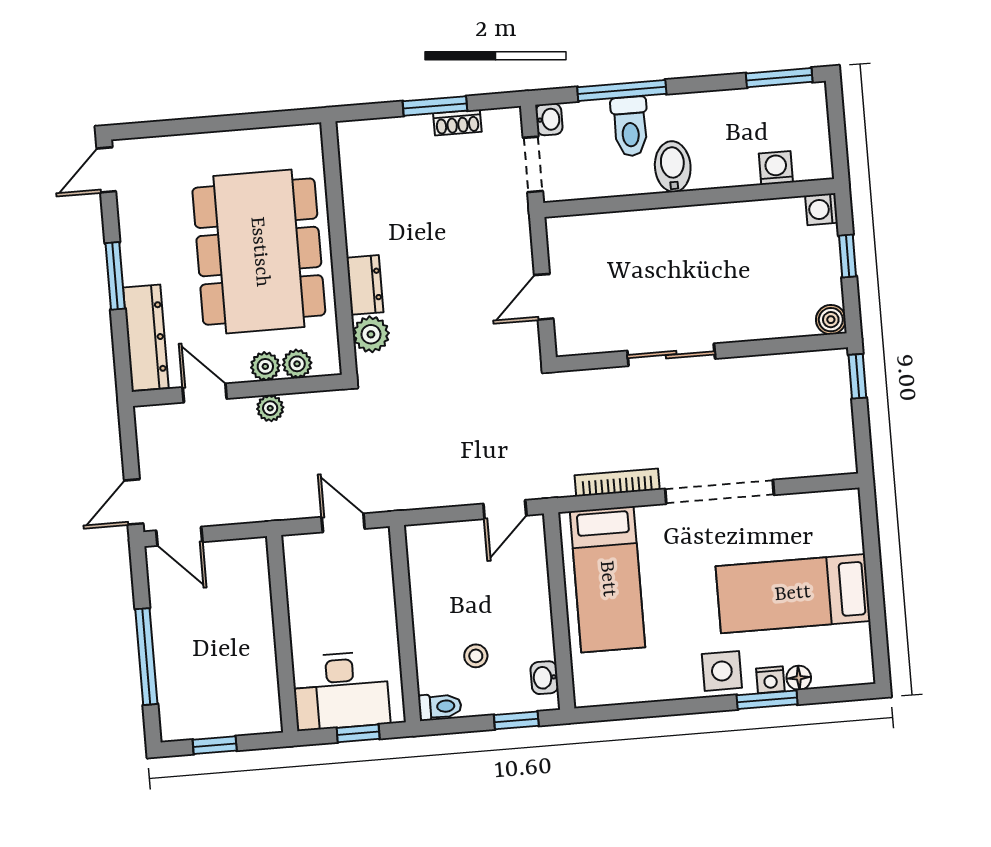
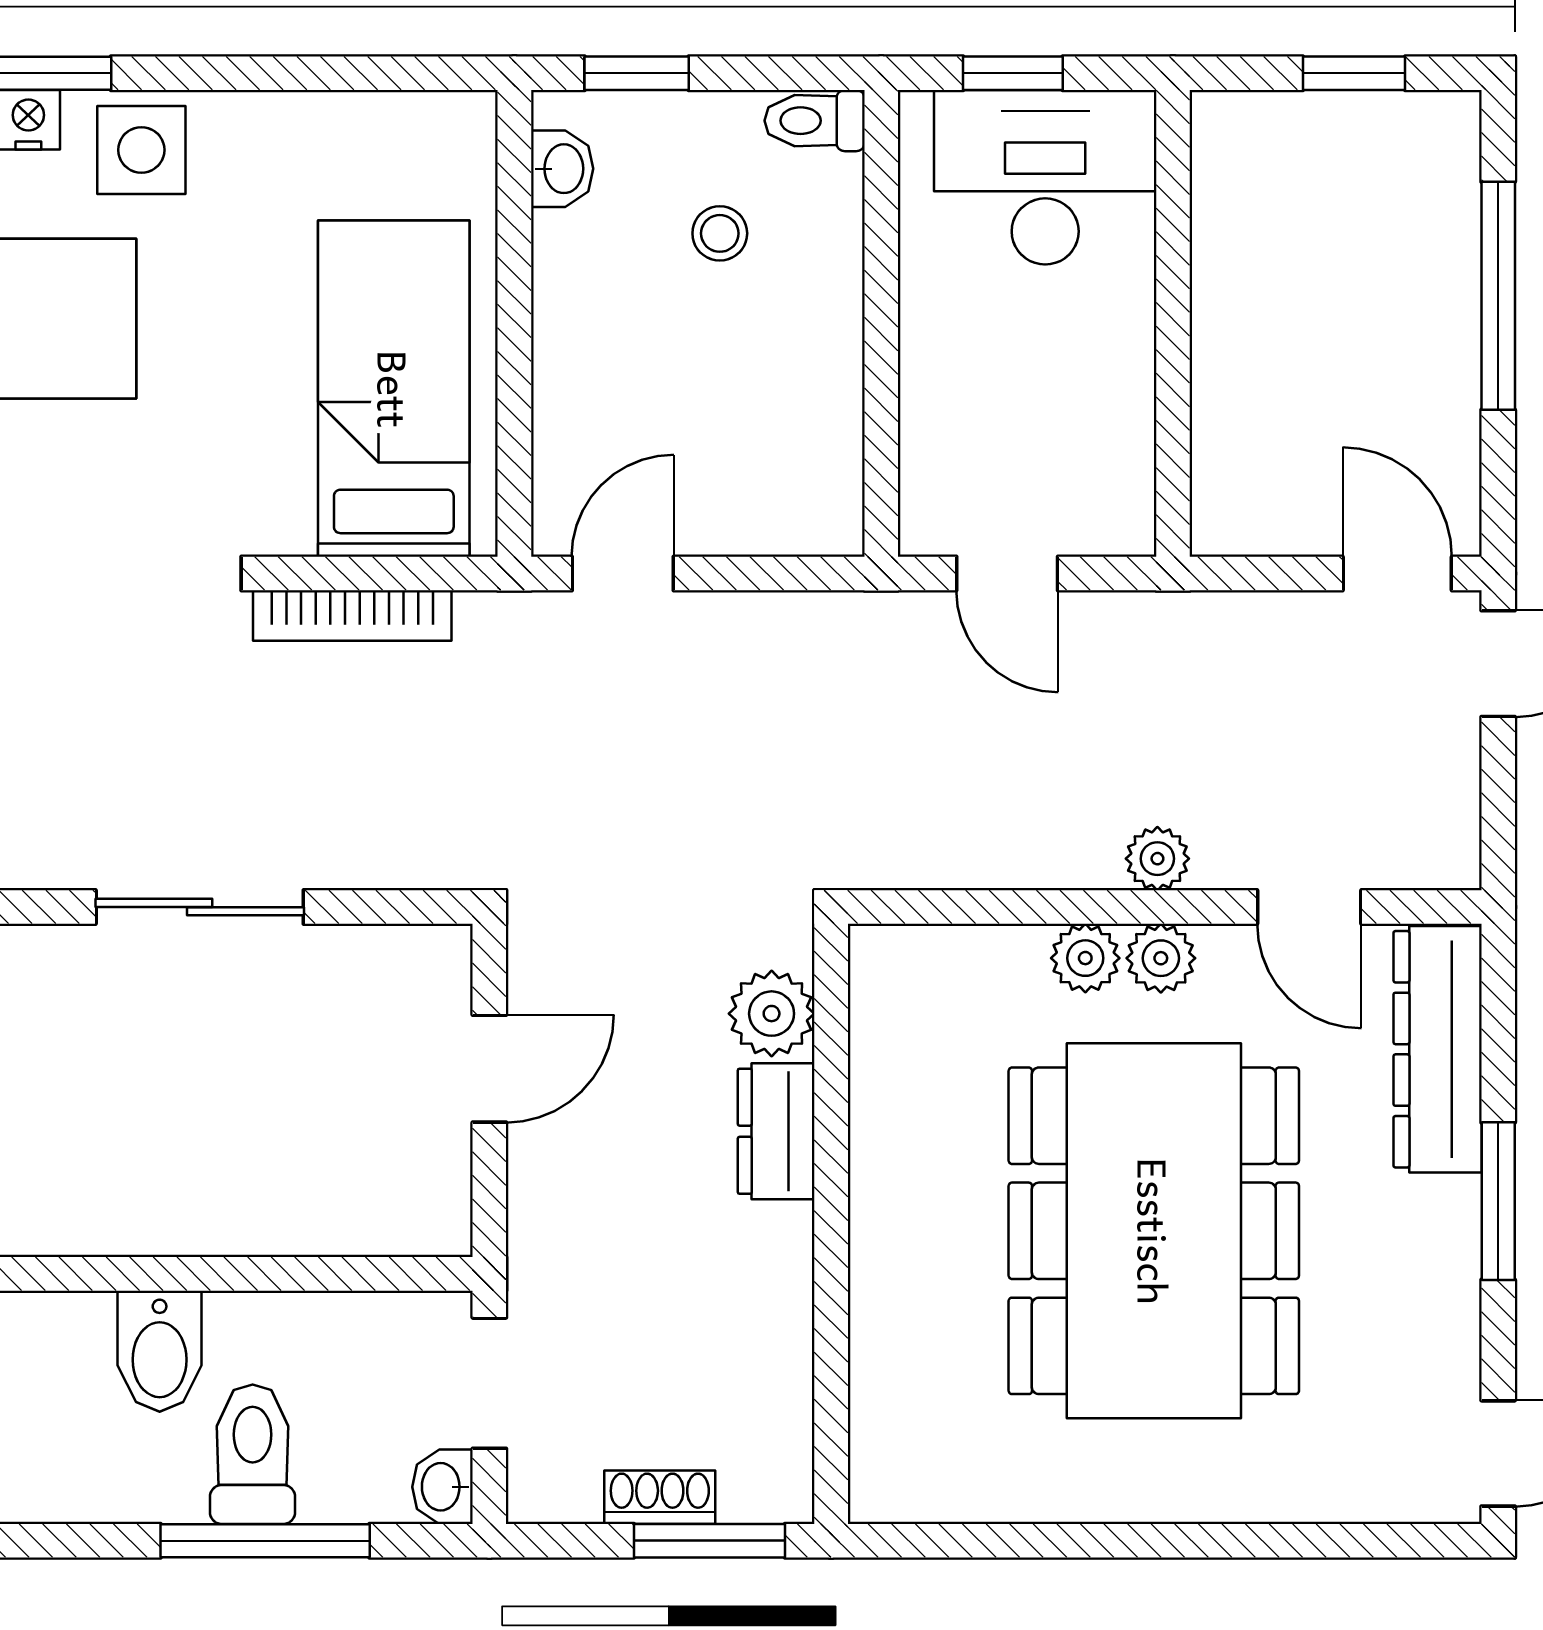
wall: (339, 248) -> (831, 1224), moved
dresser: (365, 285) -> (776, 1131), moved
plant: (371, 334) -> (772, 1014), moved

